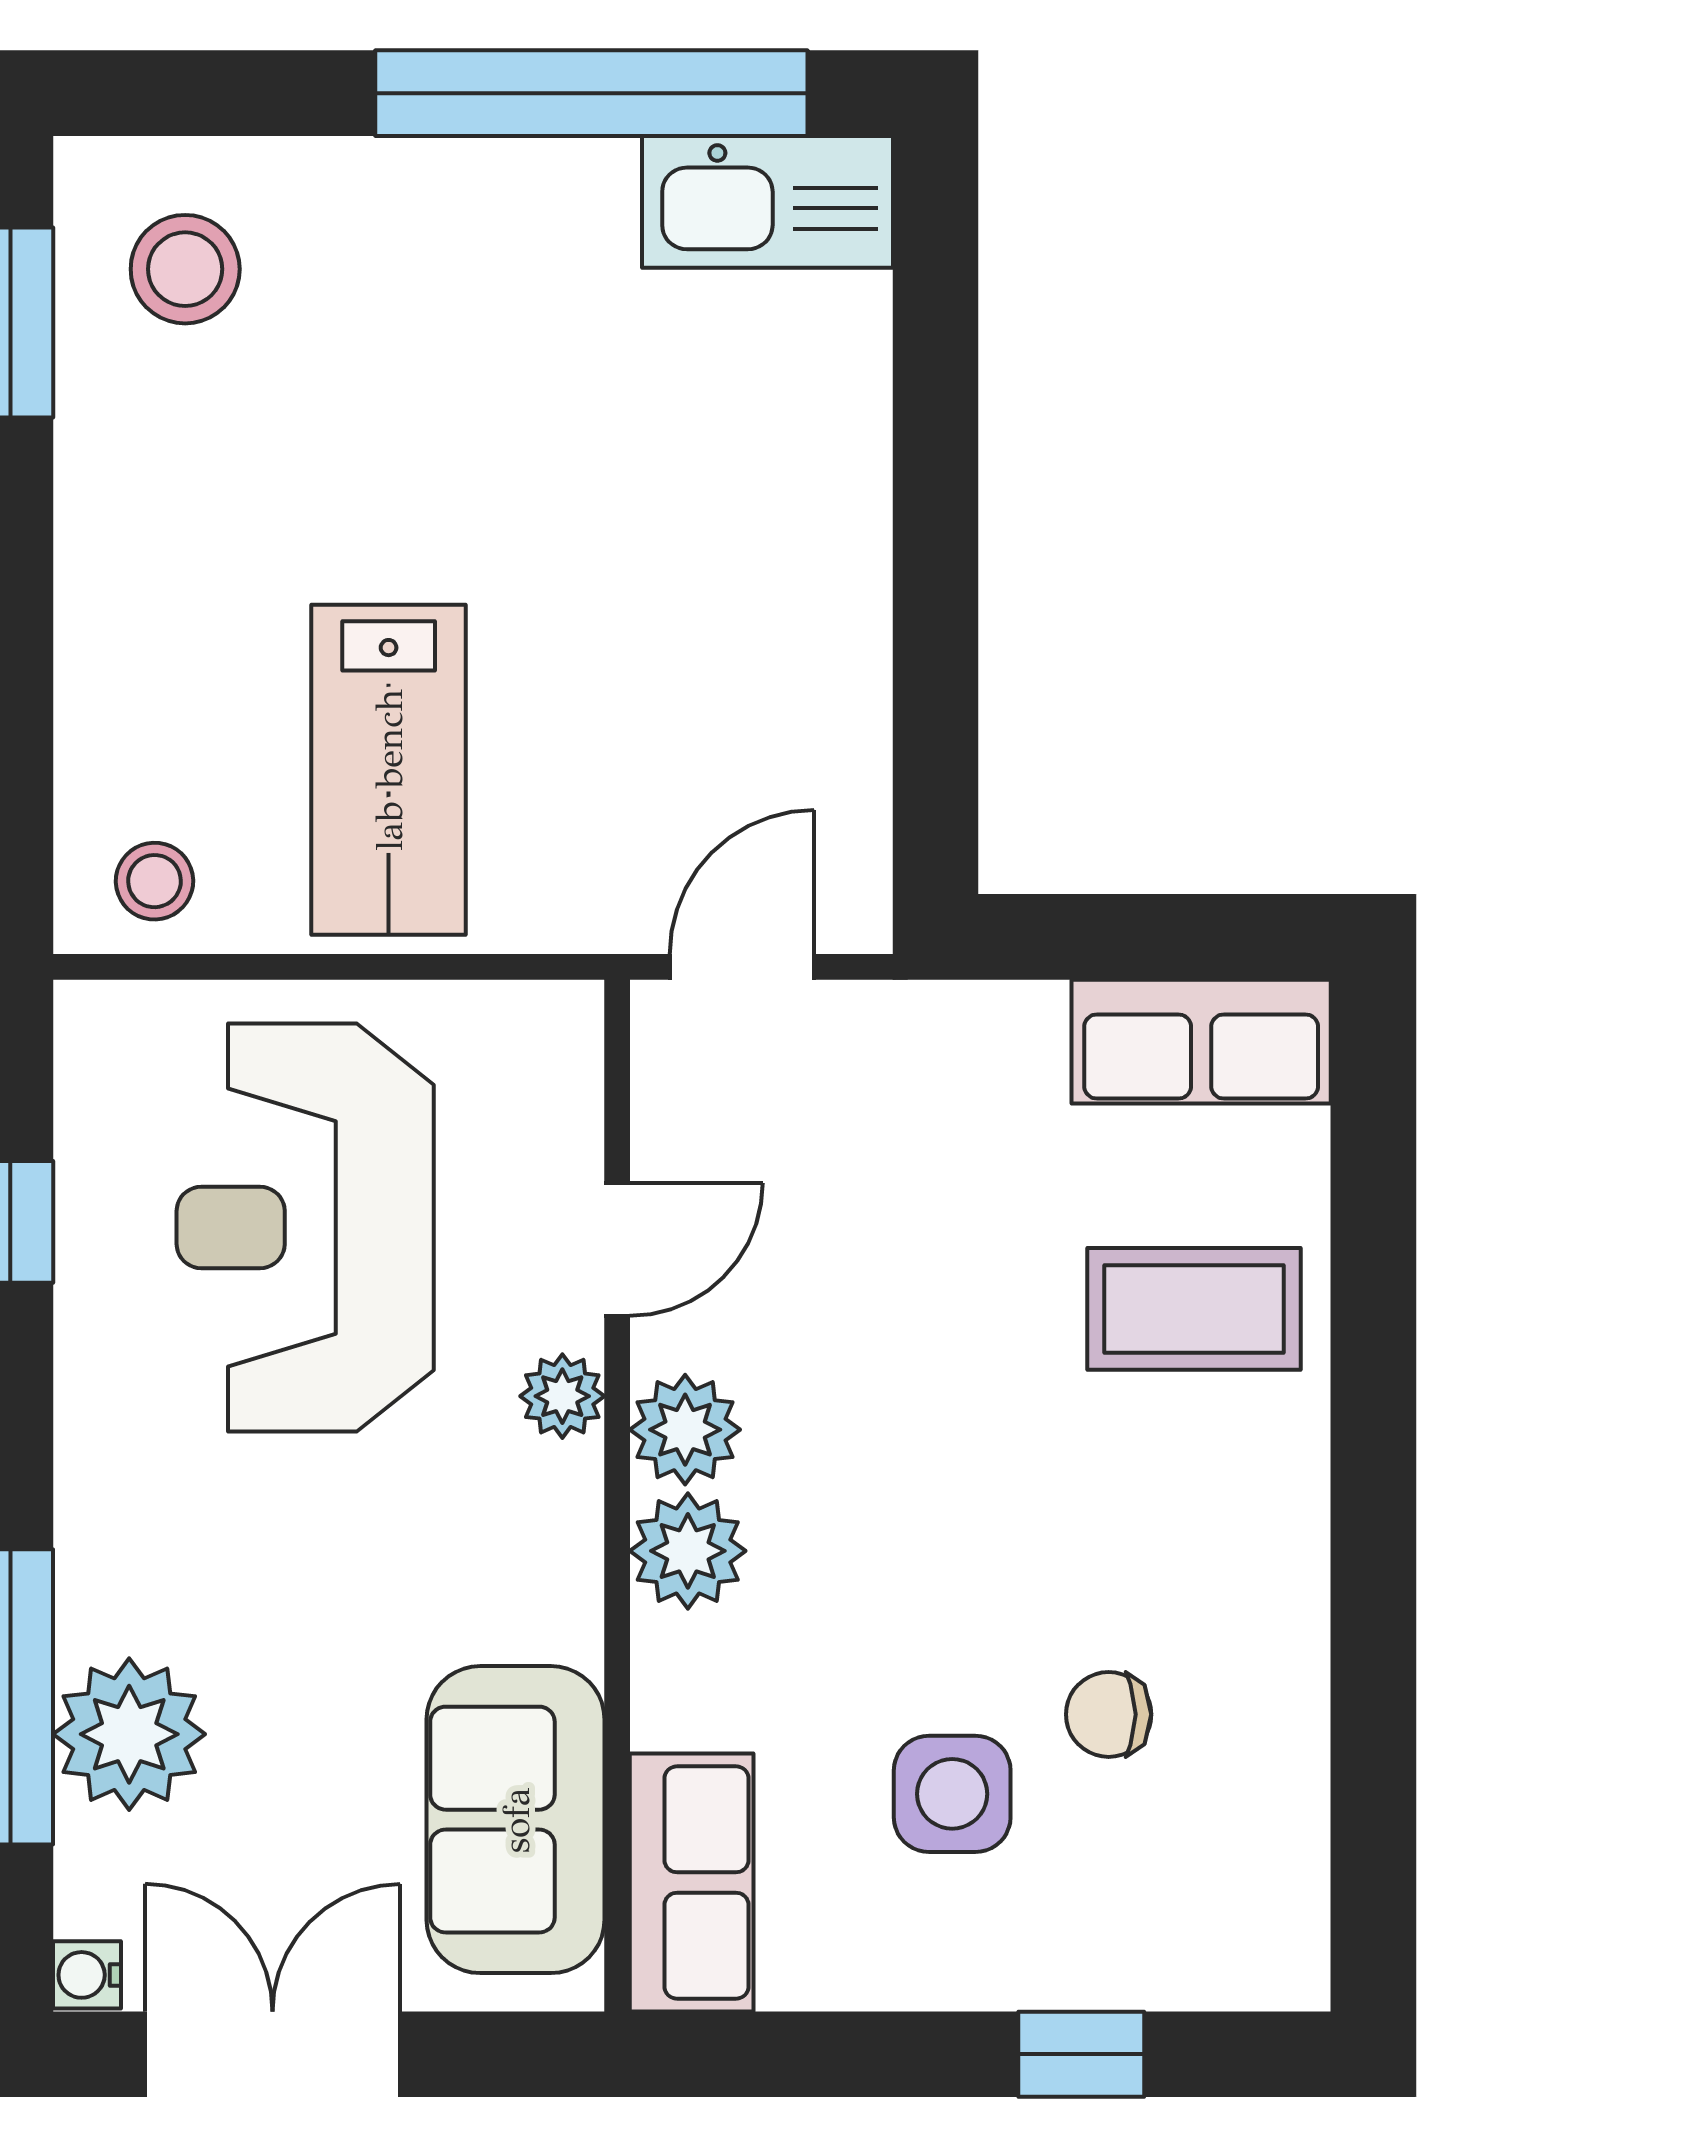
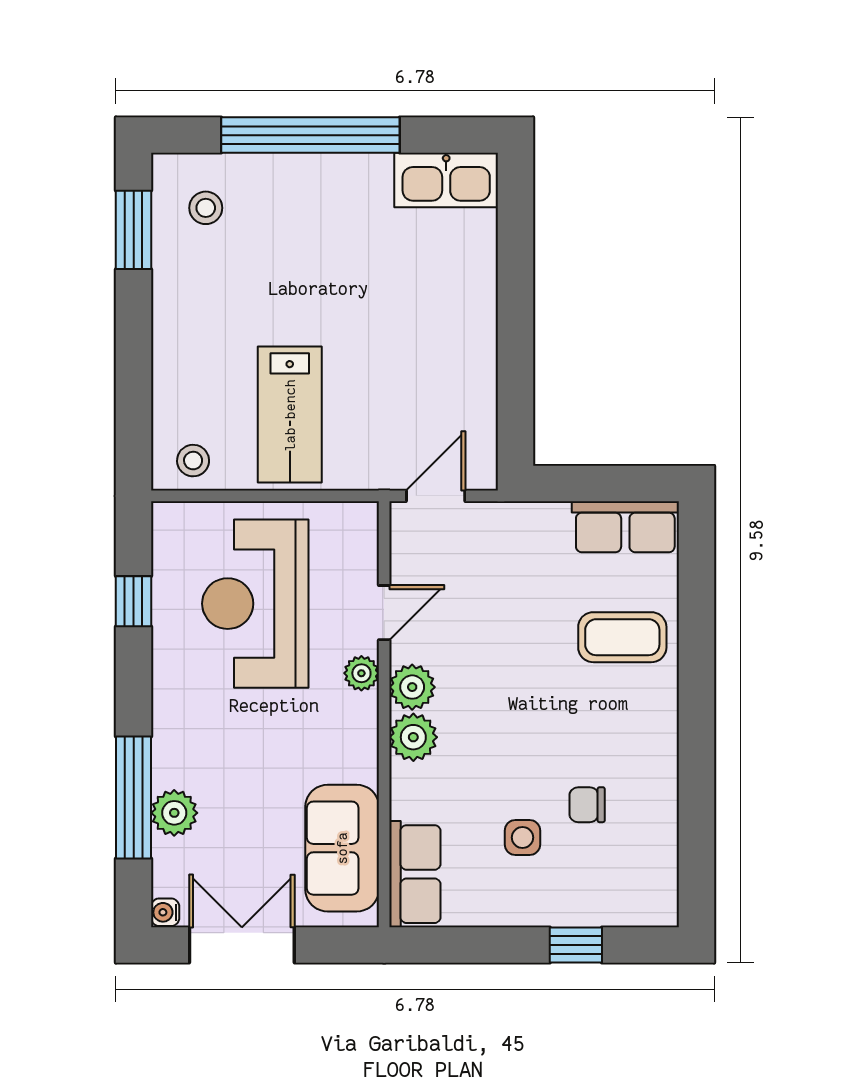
window: (591, 93) -> (310, 135), moved
stool: (185, 269) -> (206, 208), width x0.73, depth x0.73
plant: (129, 1734) -> (174, 813), width x0.73, depth x0.73
side table: (952, 1794) -> (522, 837), width x0.73, depth x0.73

